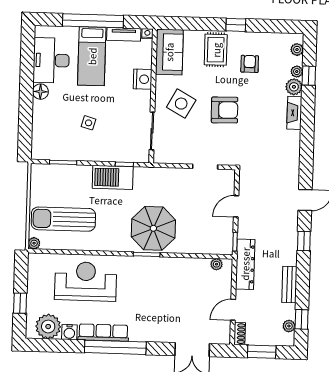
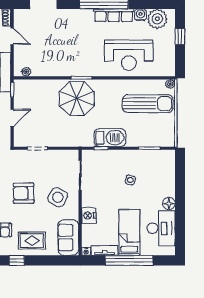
rug: (216, 50) -> (32, 241), turned 90
door: (233, 310) -> (12, 36), hinge flipped

